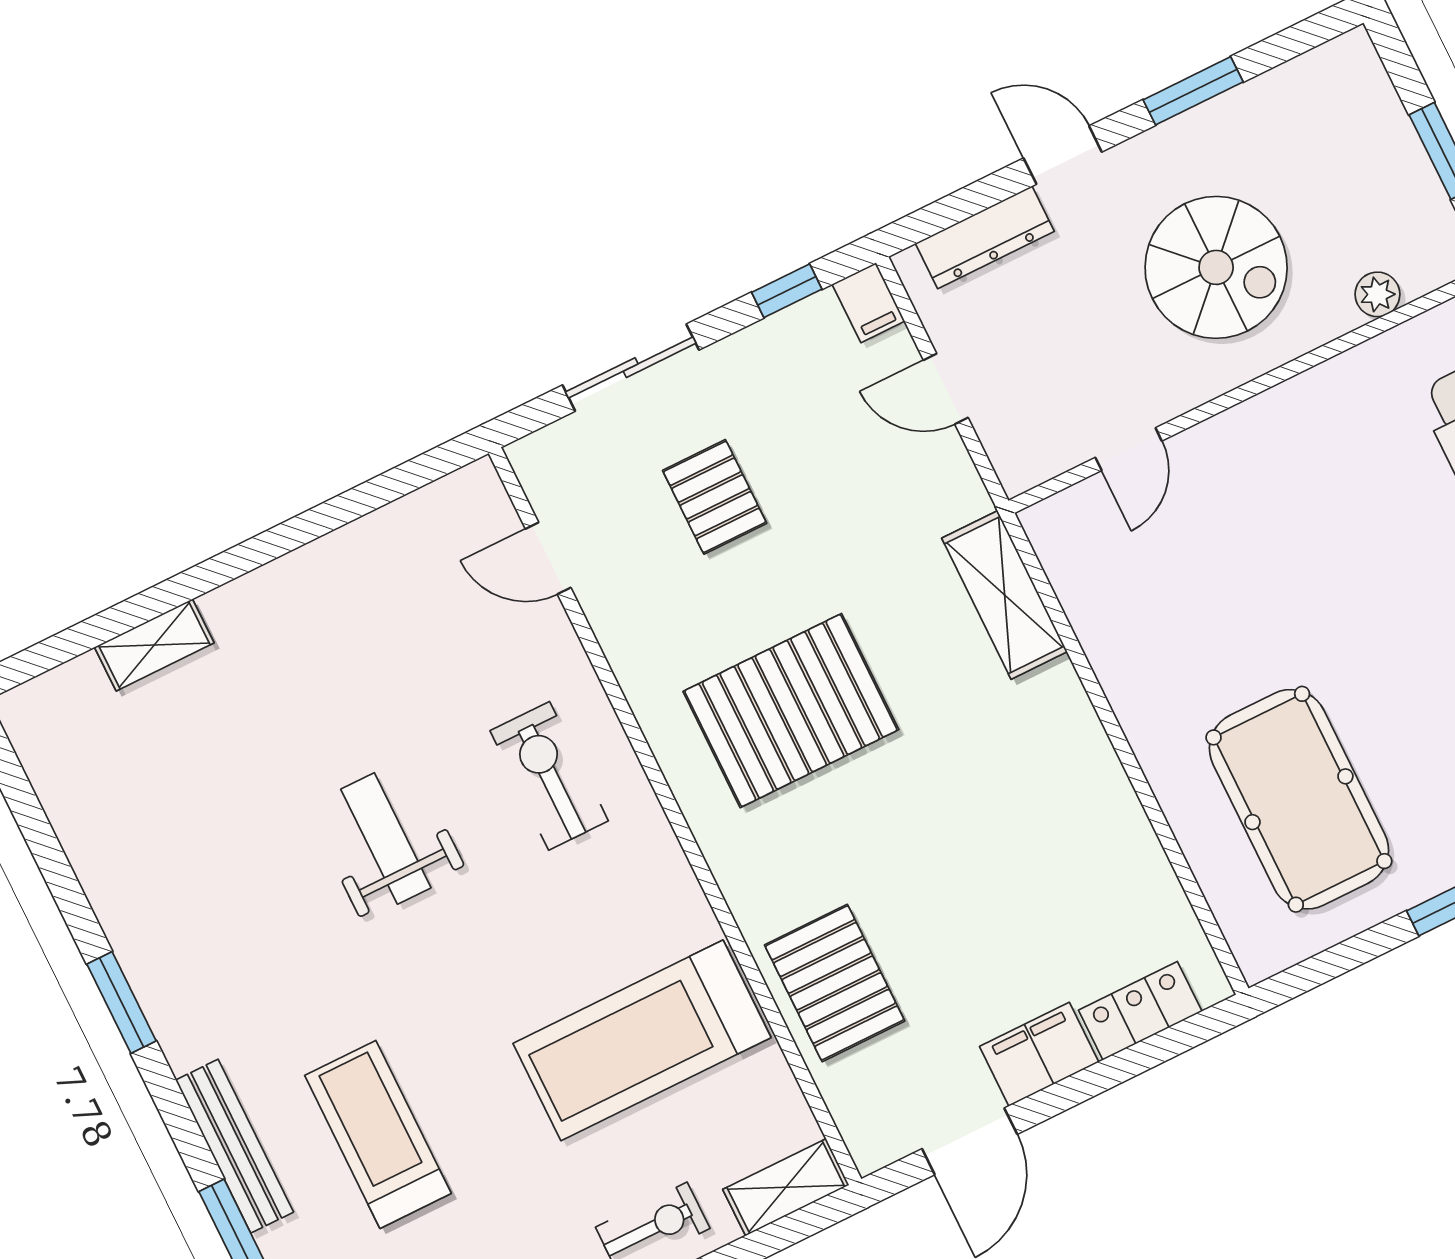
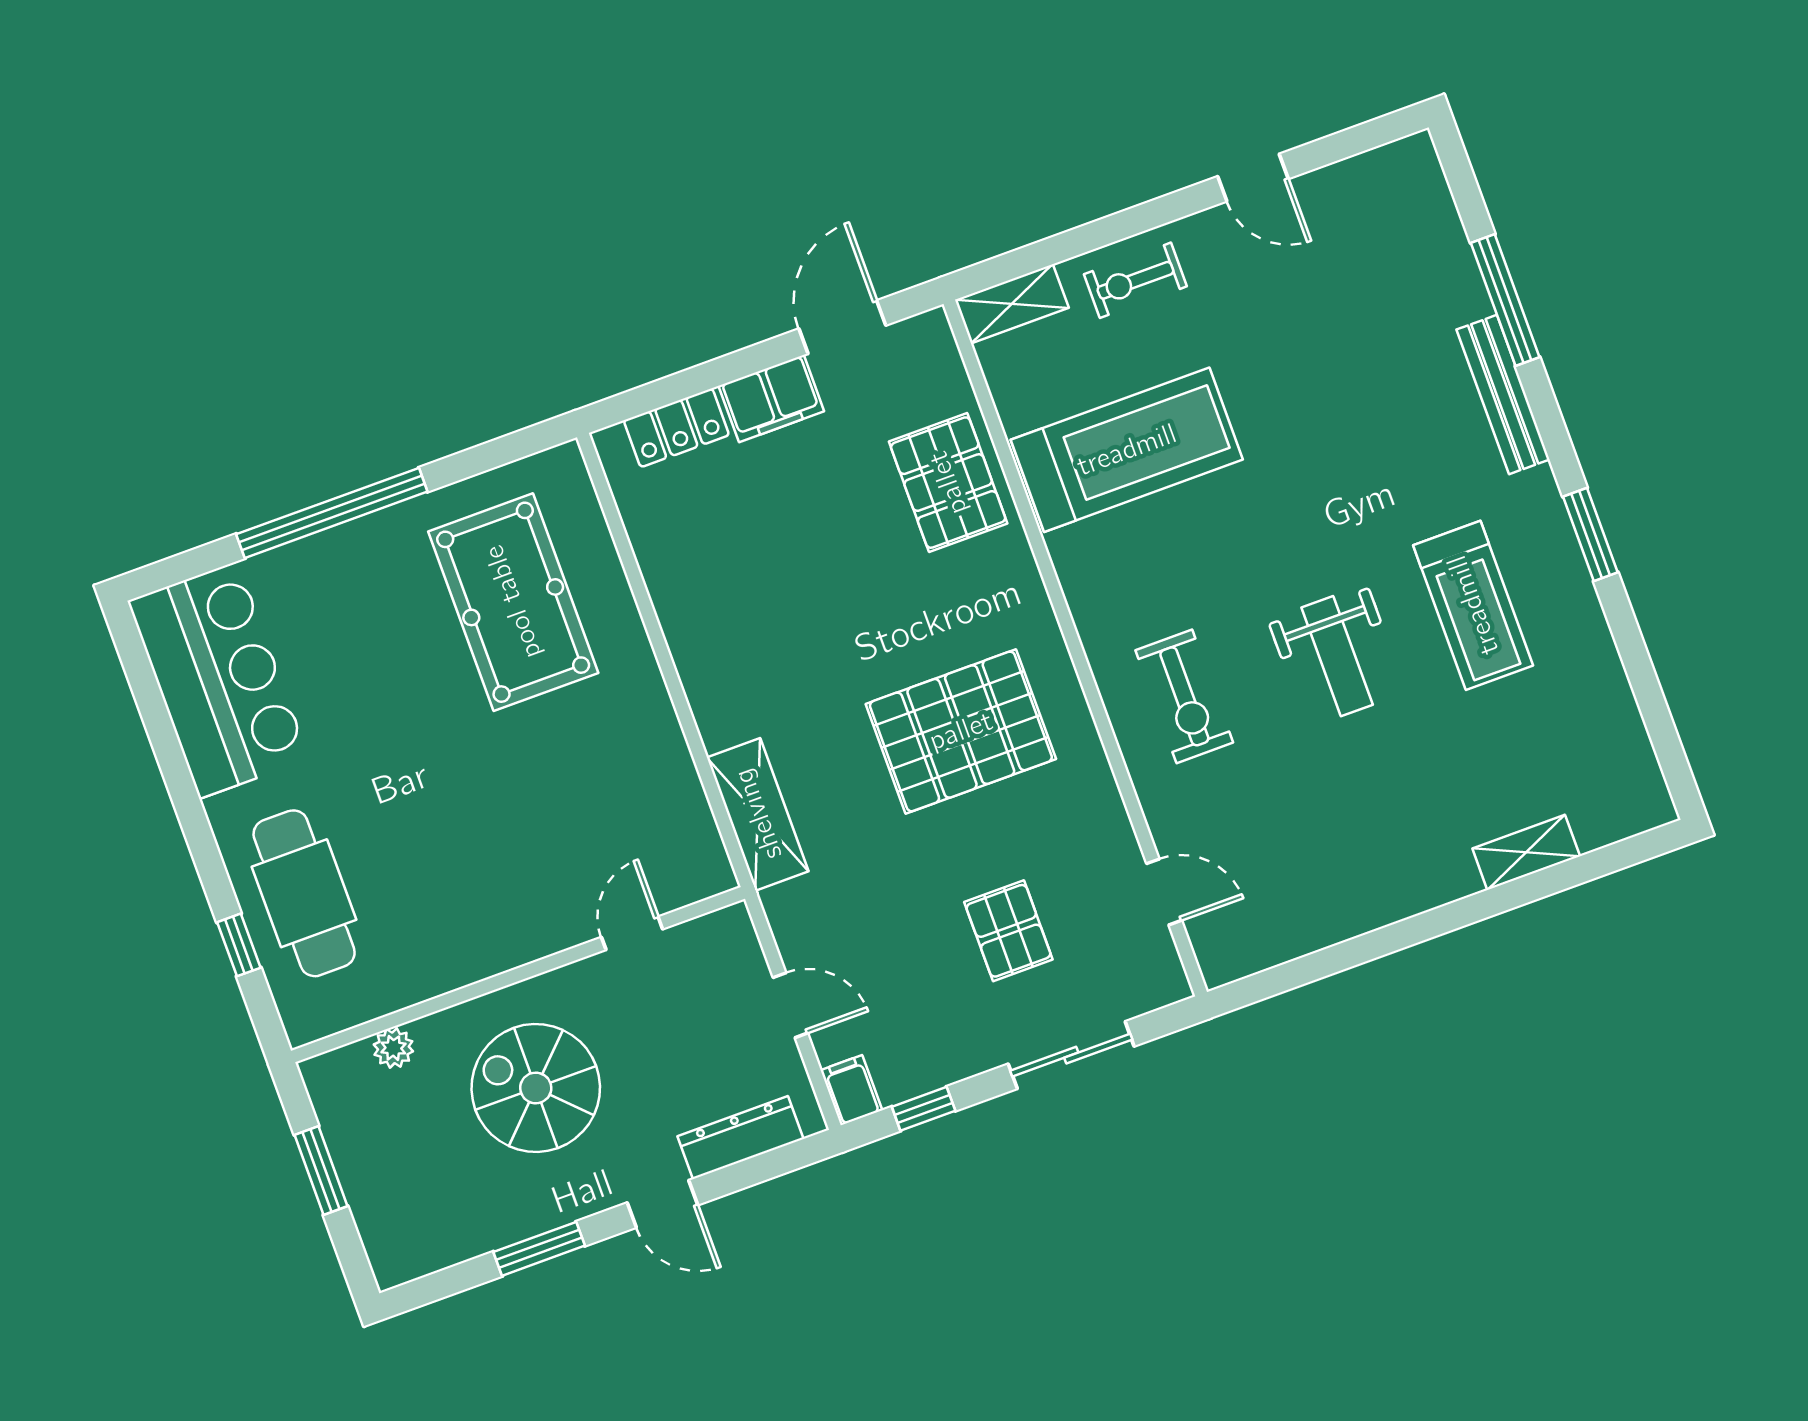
treadmill: (378, 1134) -> (1473, 605), moved

